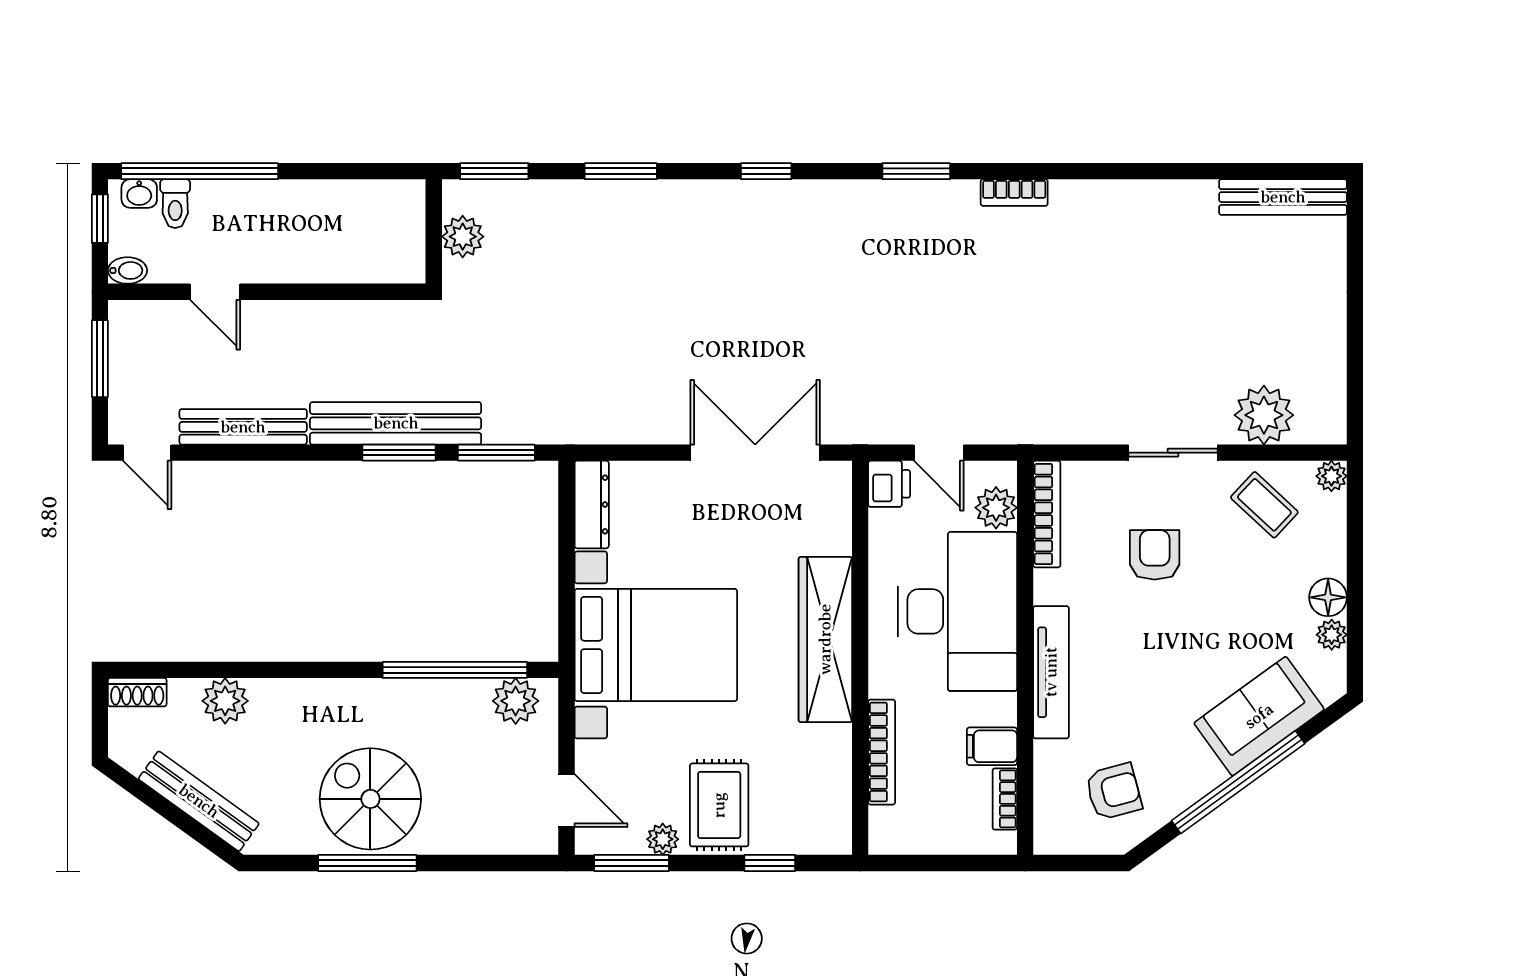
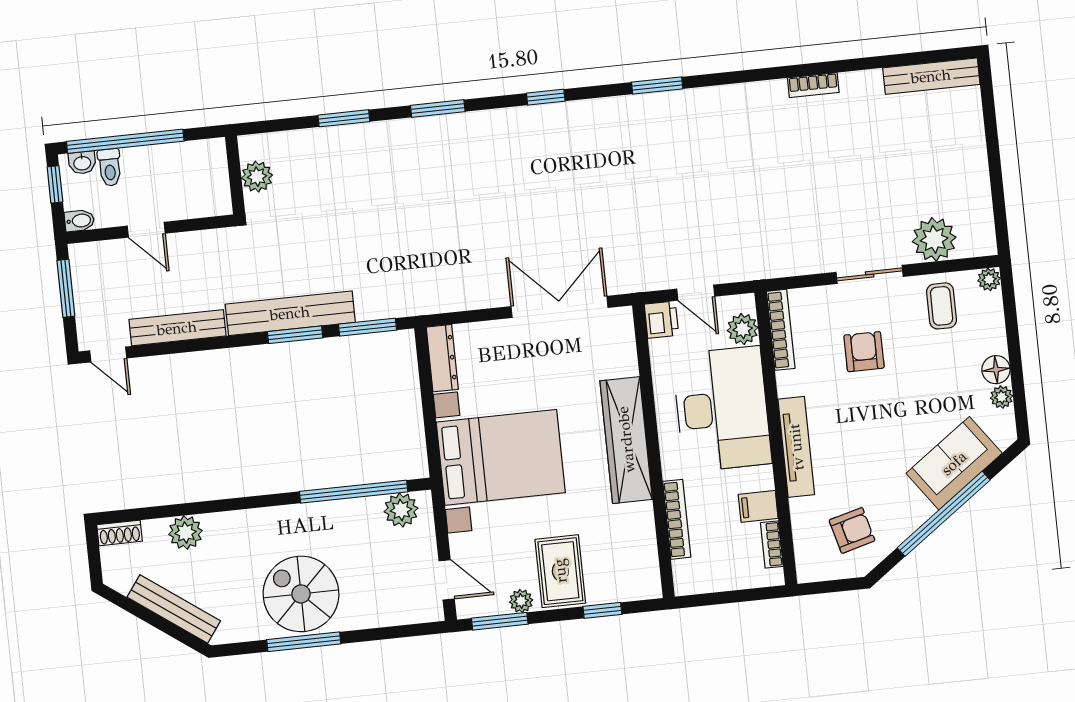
bookcase: (1014, 193) -> (813, 85), moved
wall: (434, 231) -> (235, 175), moved
plant: (463, 237) -> (257, 177), moved
coffee table: (1264, 505) -> (942, 306), turned 47

